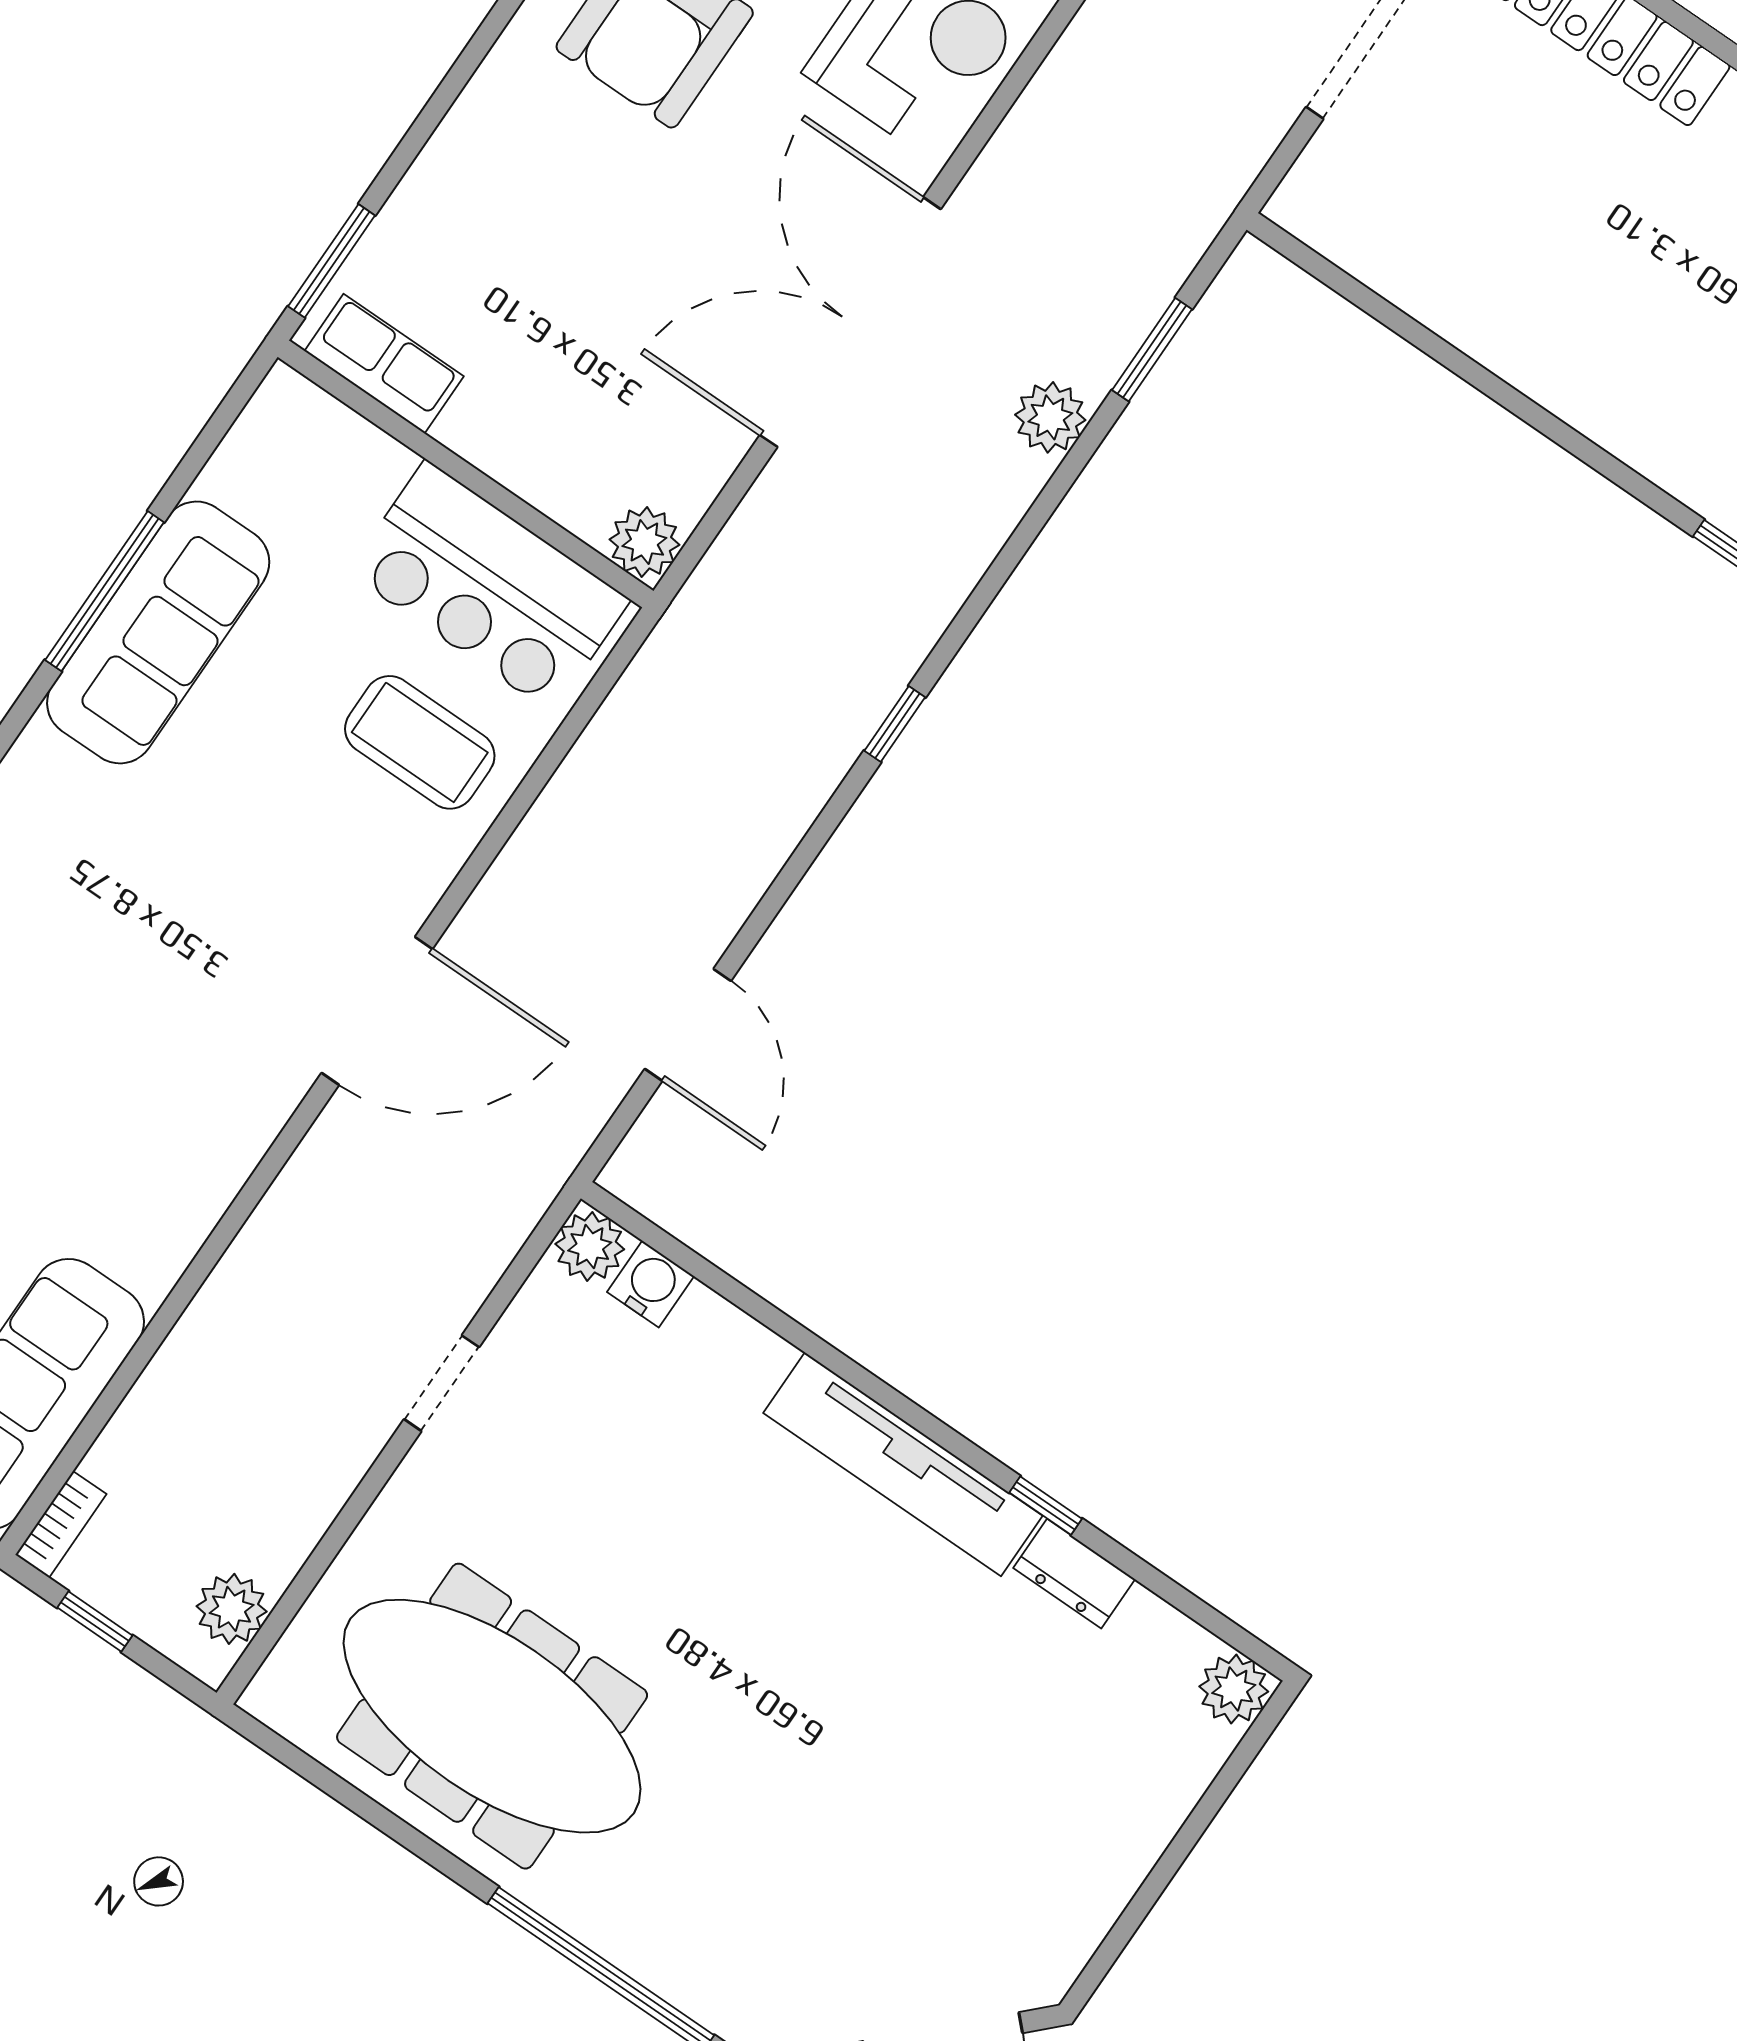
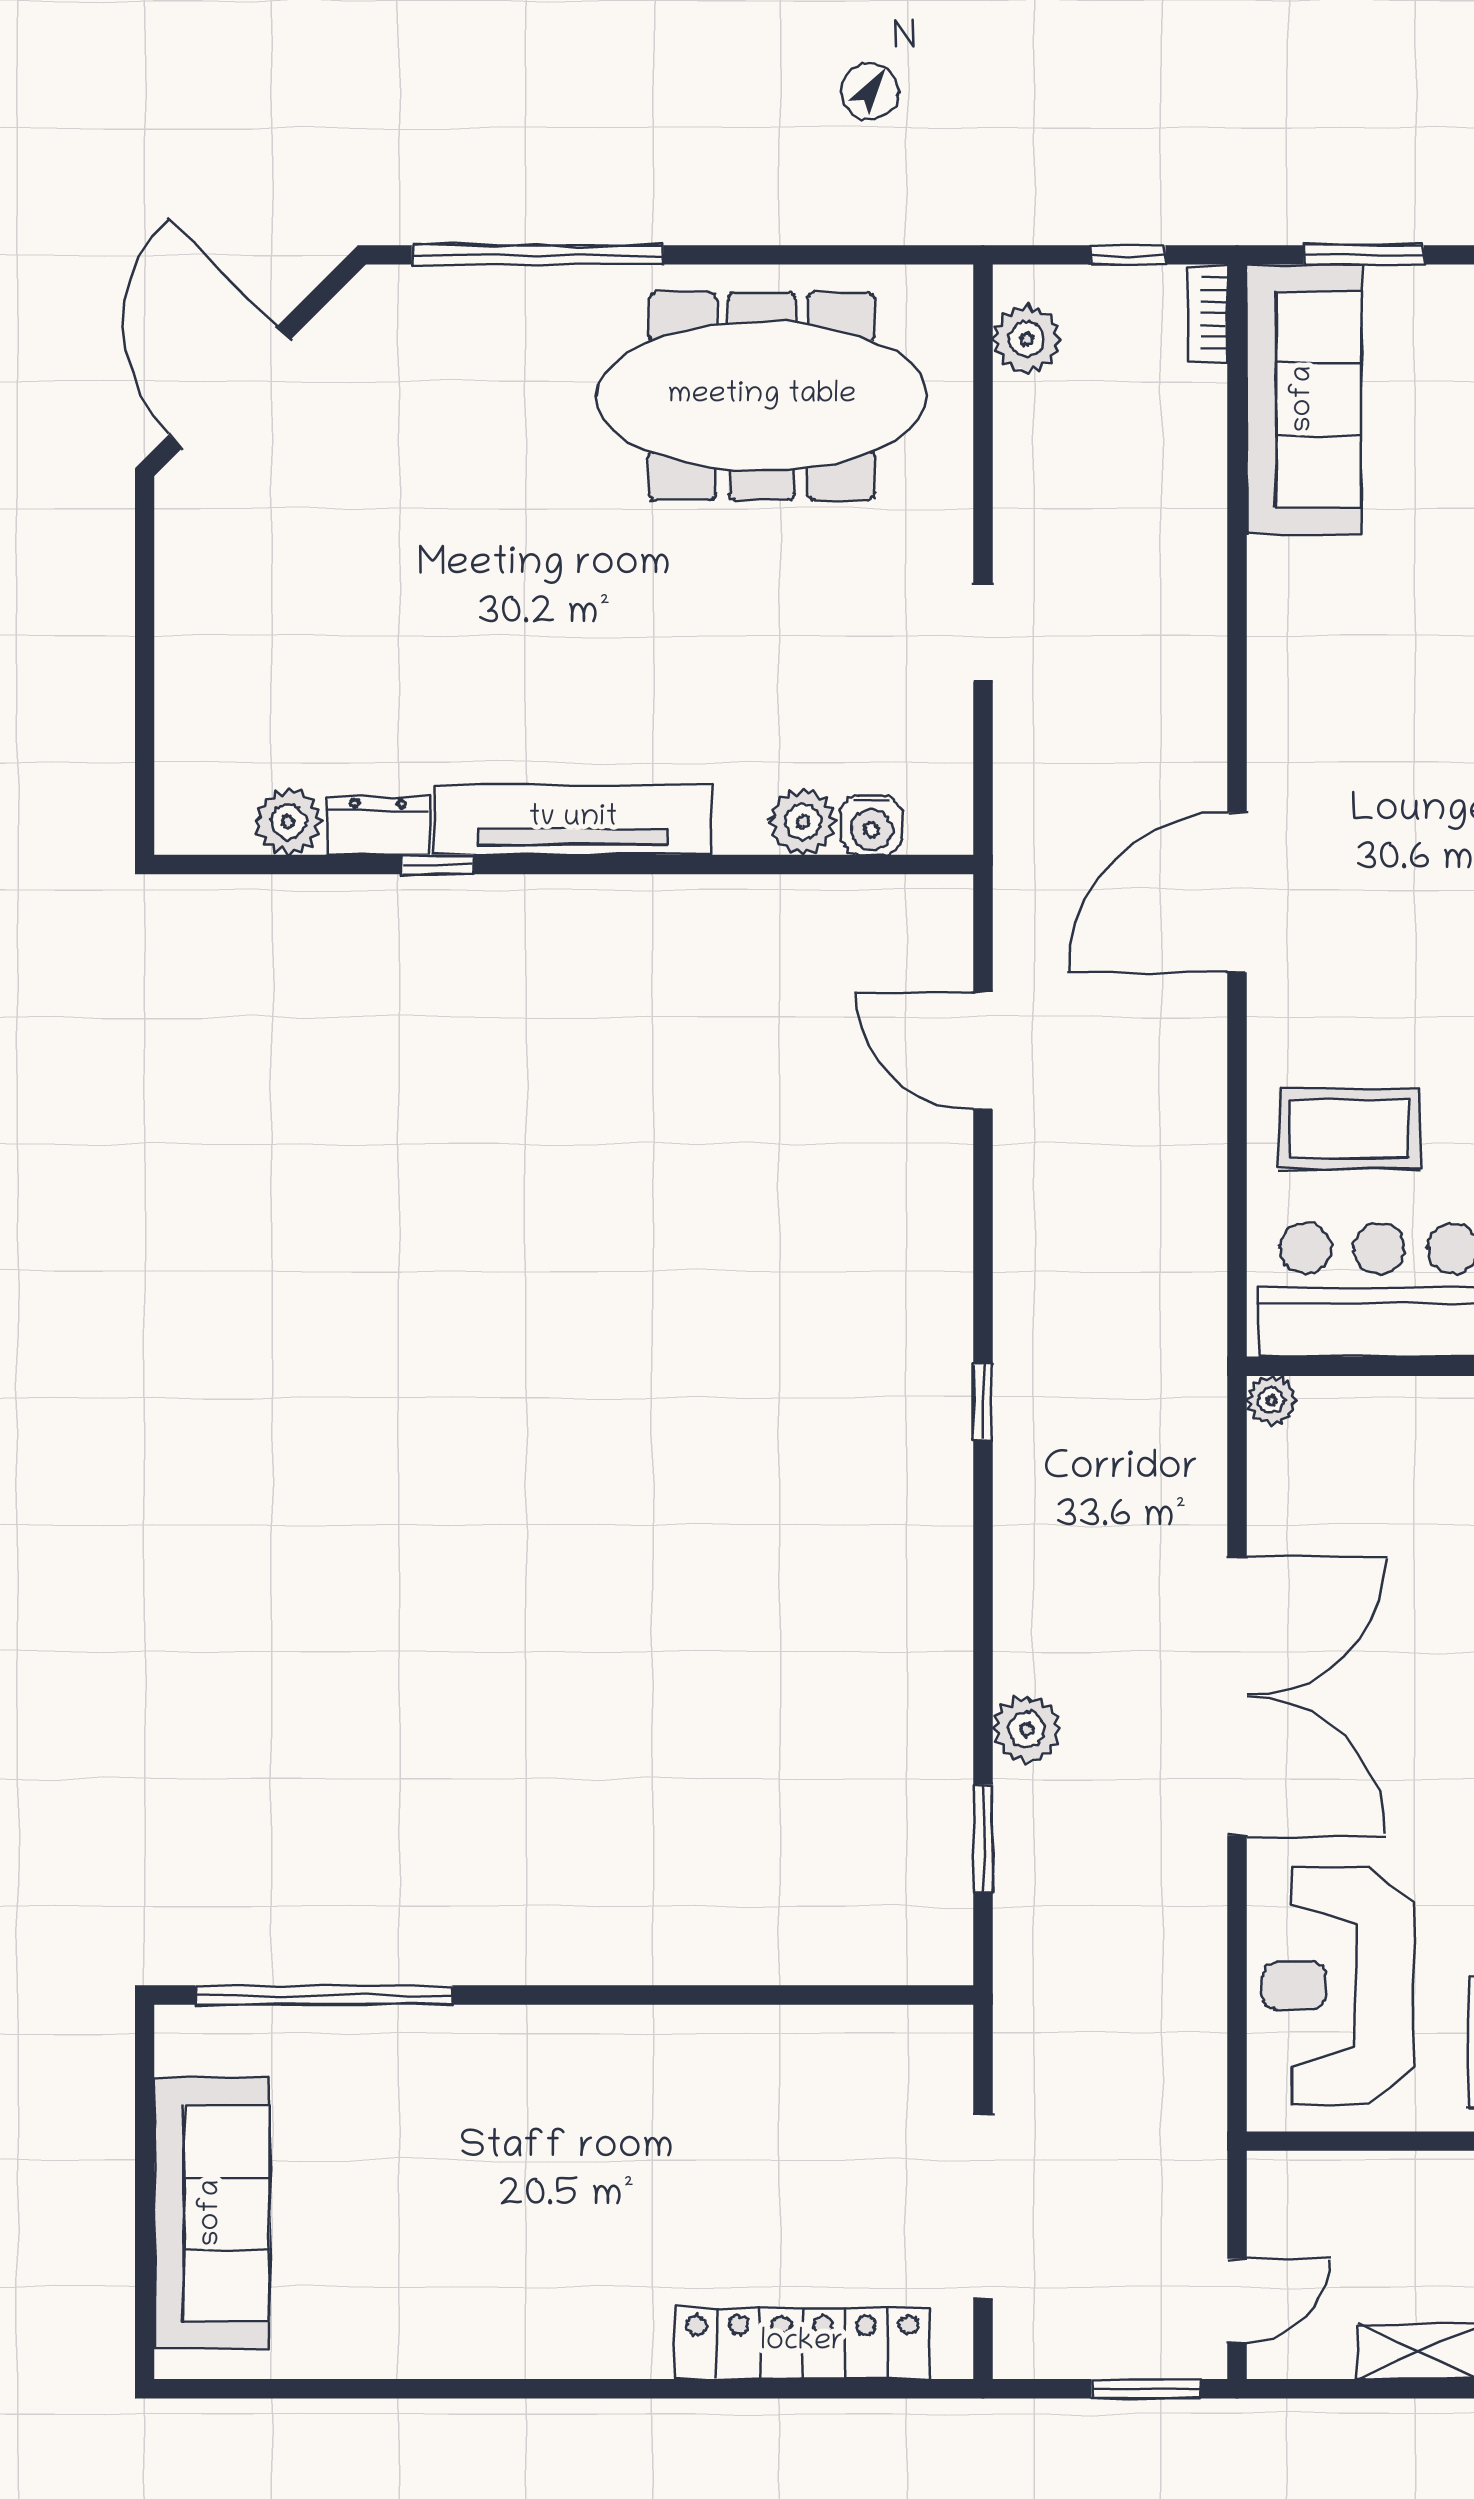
plant: (644, 542) -> (1271, 1400), width x0.73, depth x0.73
plant: (590, 1247) -> (803, 822), moved
plant: (1234, 1689) -> (288, 822), moved

